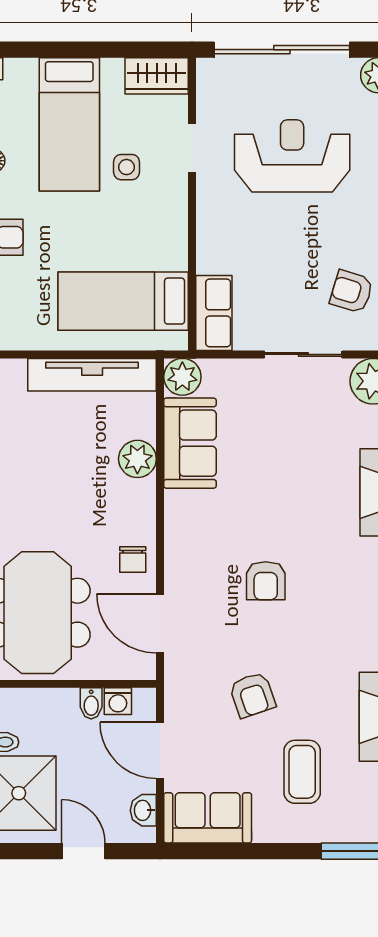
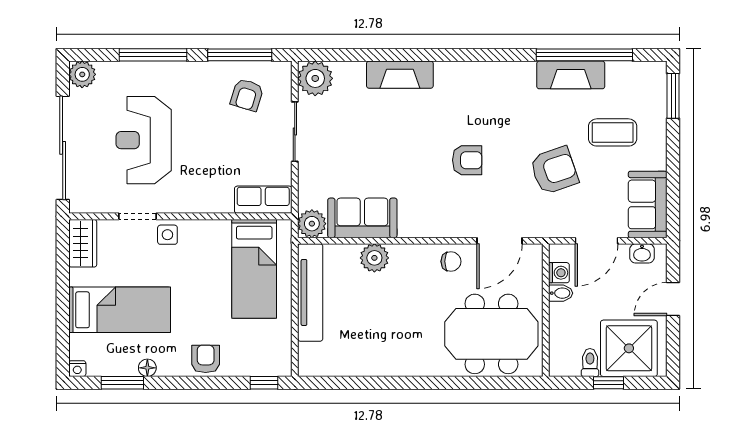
side table: (127, 167) -> (167, 235), moved
armchair: (252, 695) -> (554, 170), width x1.38, depth x1.38

